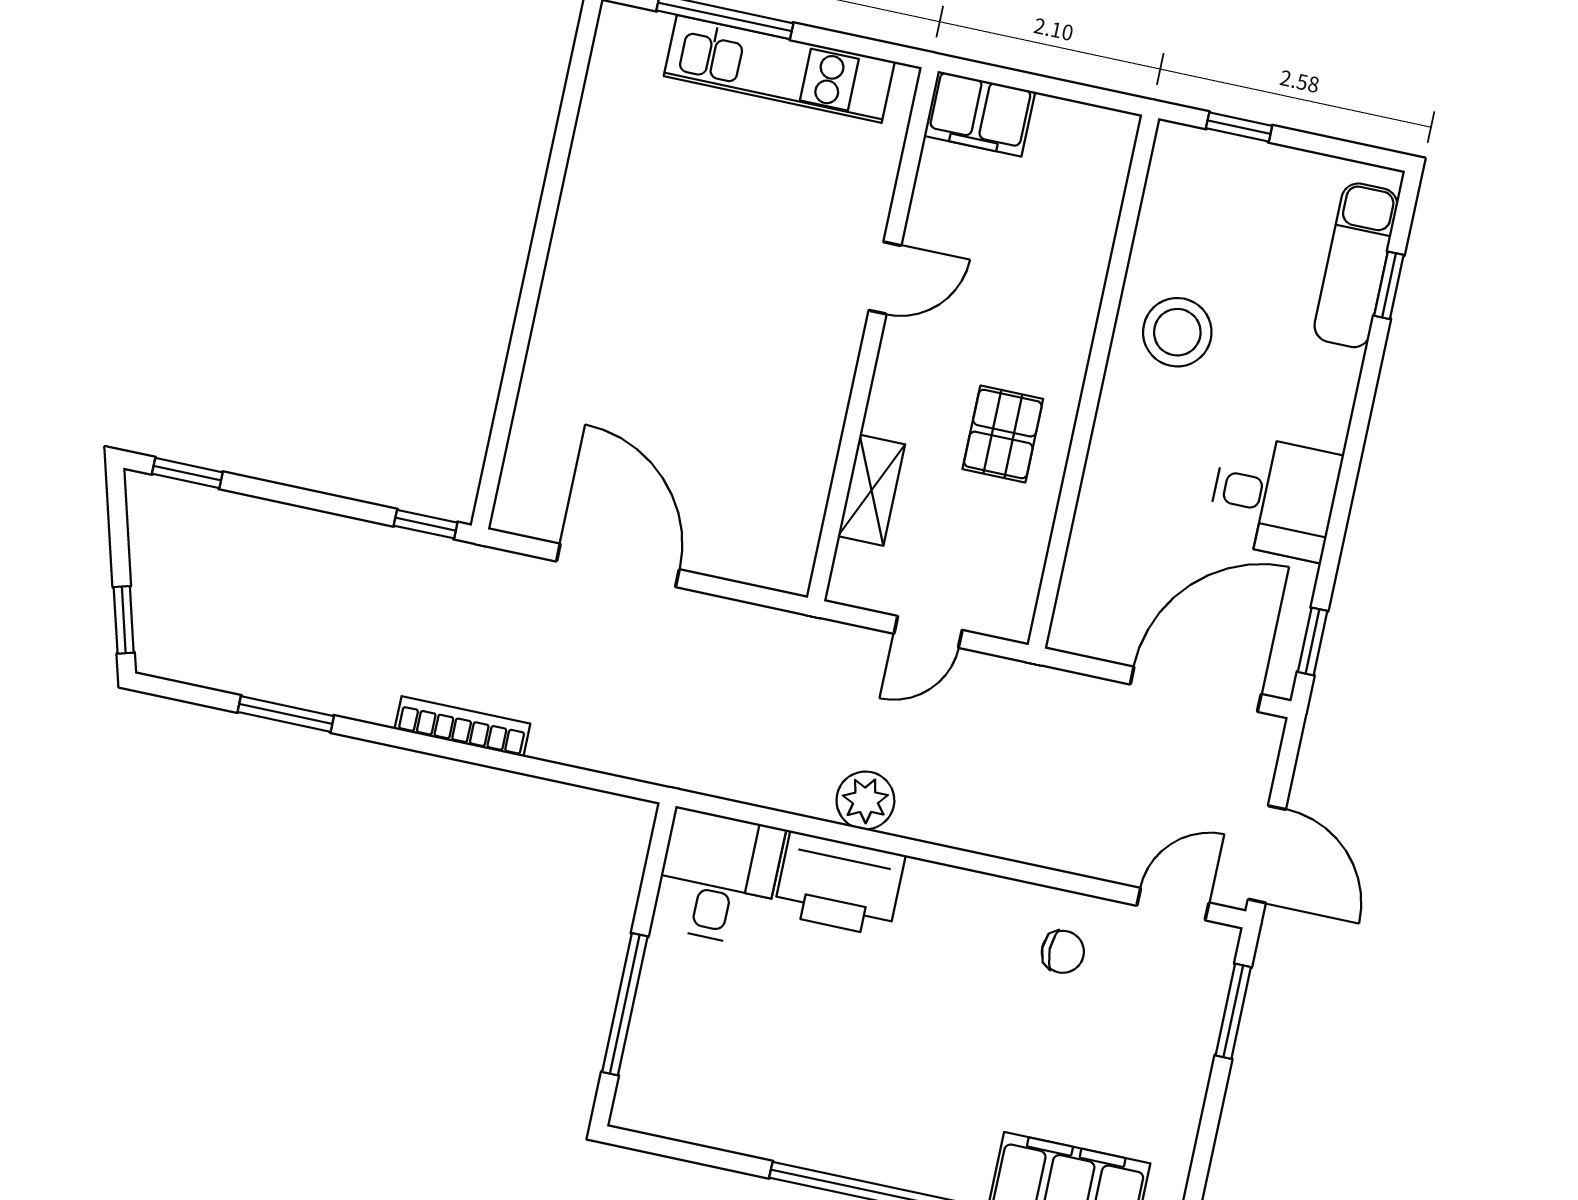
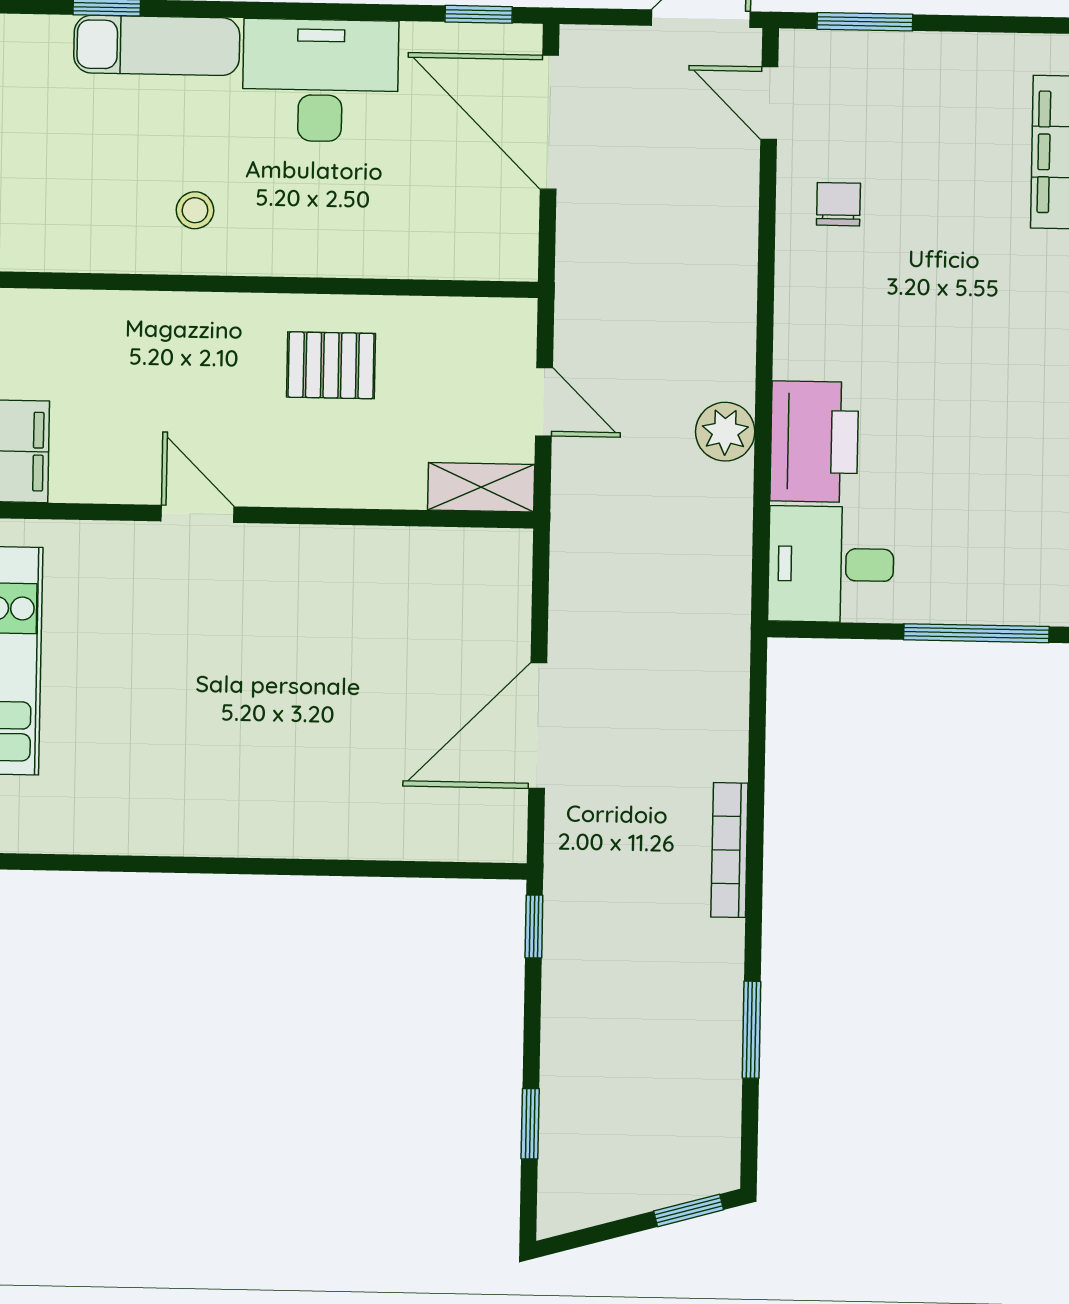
exam couch: (1356, 265) -> (157, 45), moved
stool: (1177, 332) -> (195, 210), width x0.53, depth x0.53
window: (187, 473) -> (530, 1124), moved
shelving: (872, 490) -> (481, 487), moved
desk: (1274, 497) -> (320, 80), width x1.37

